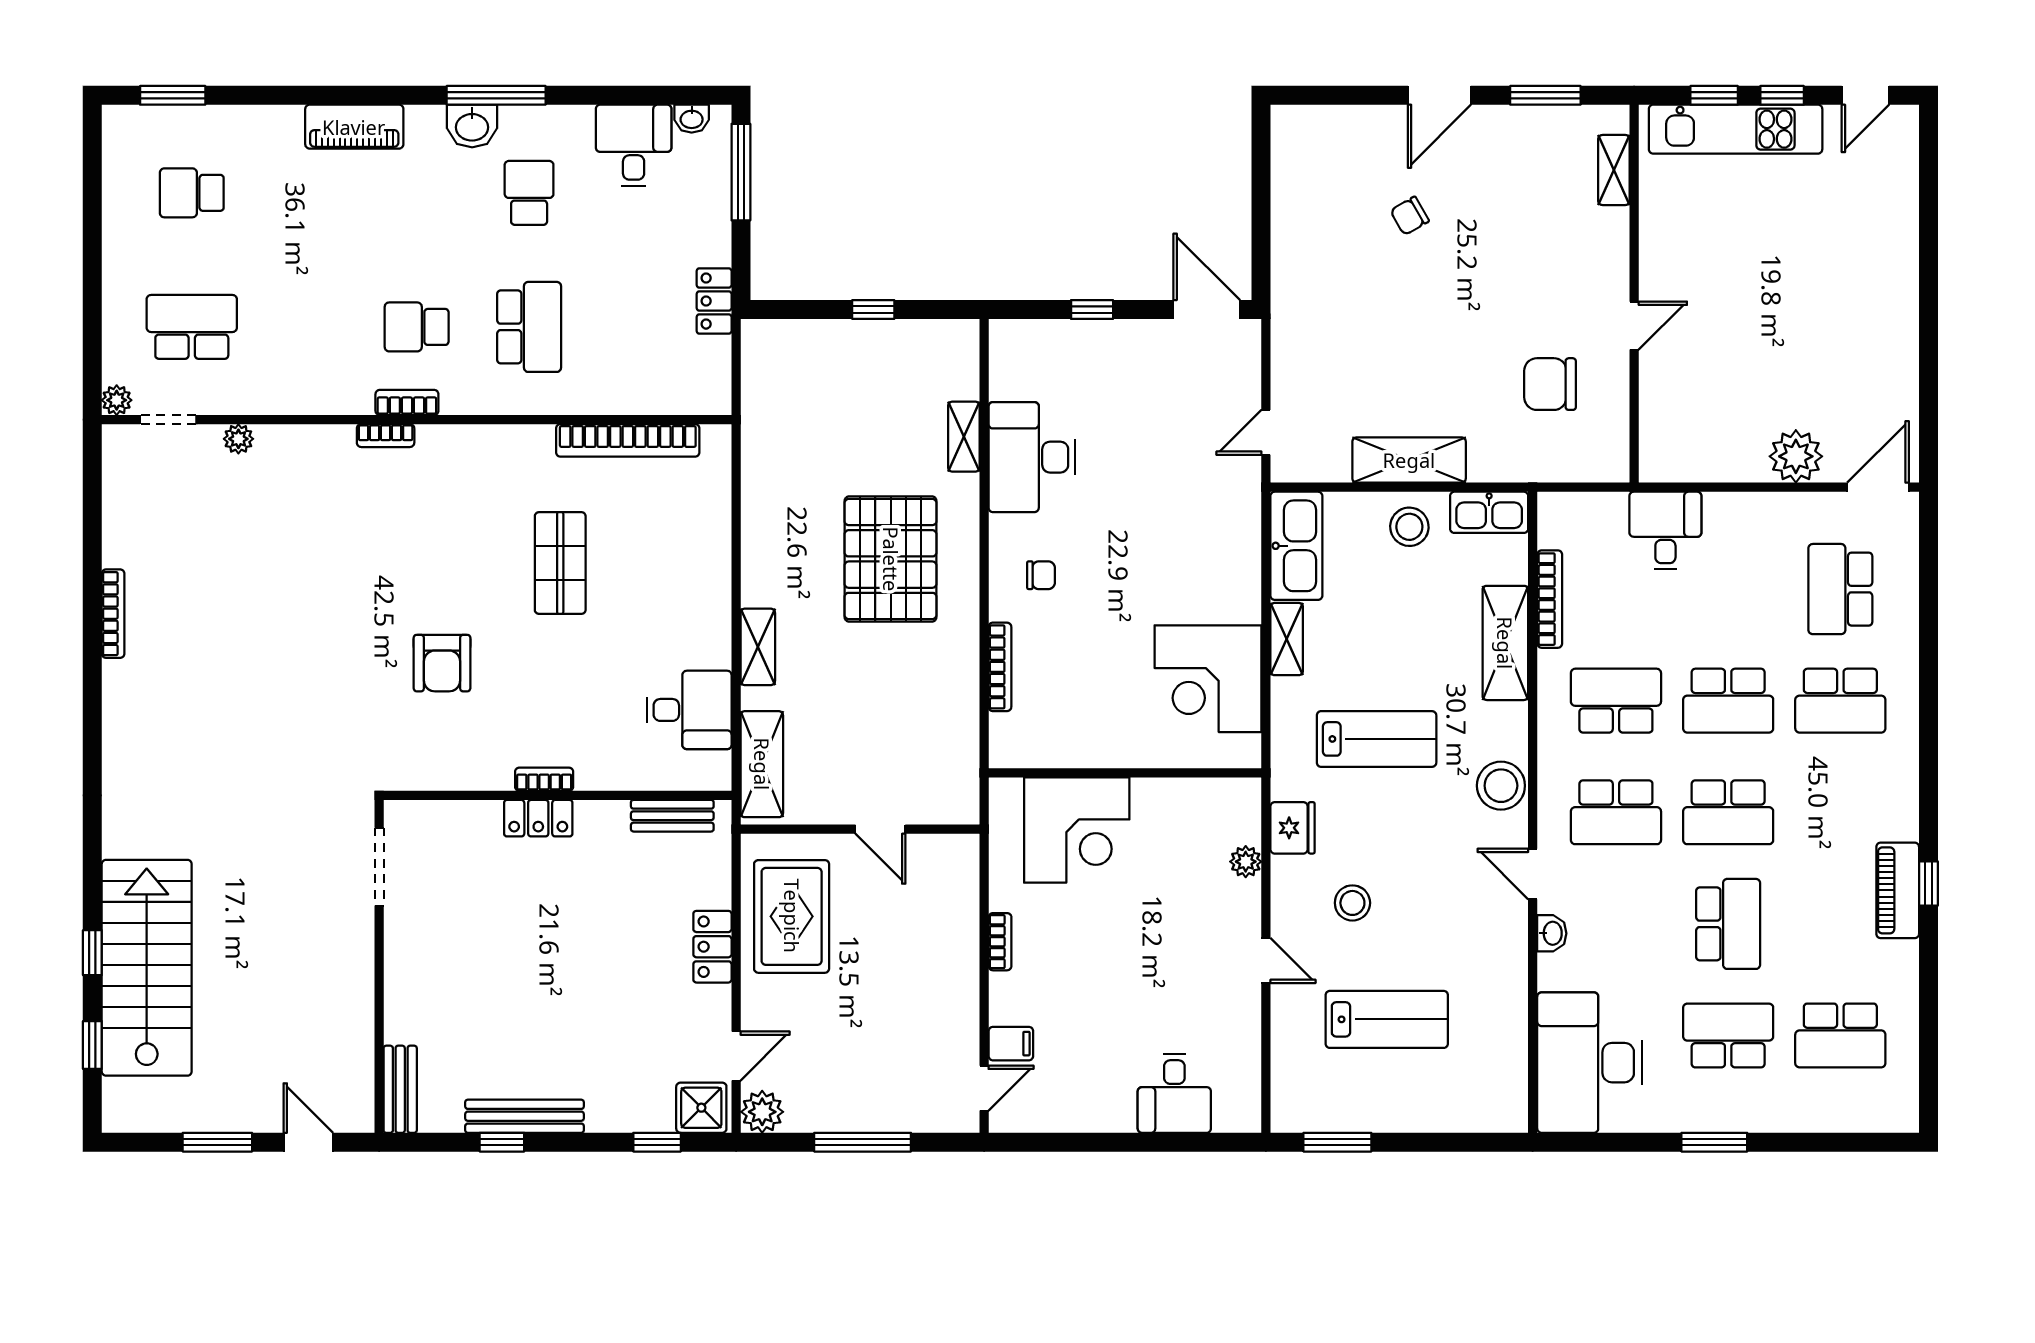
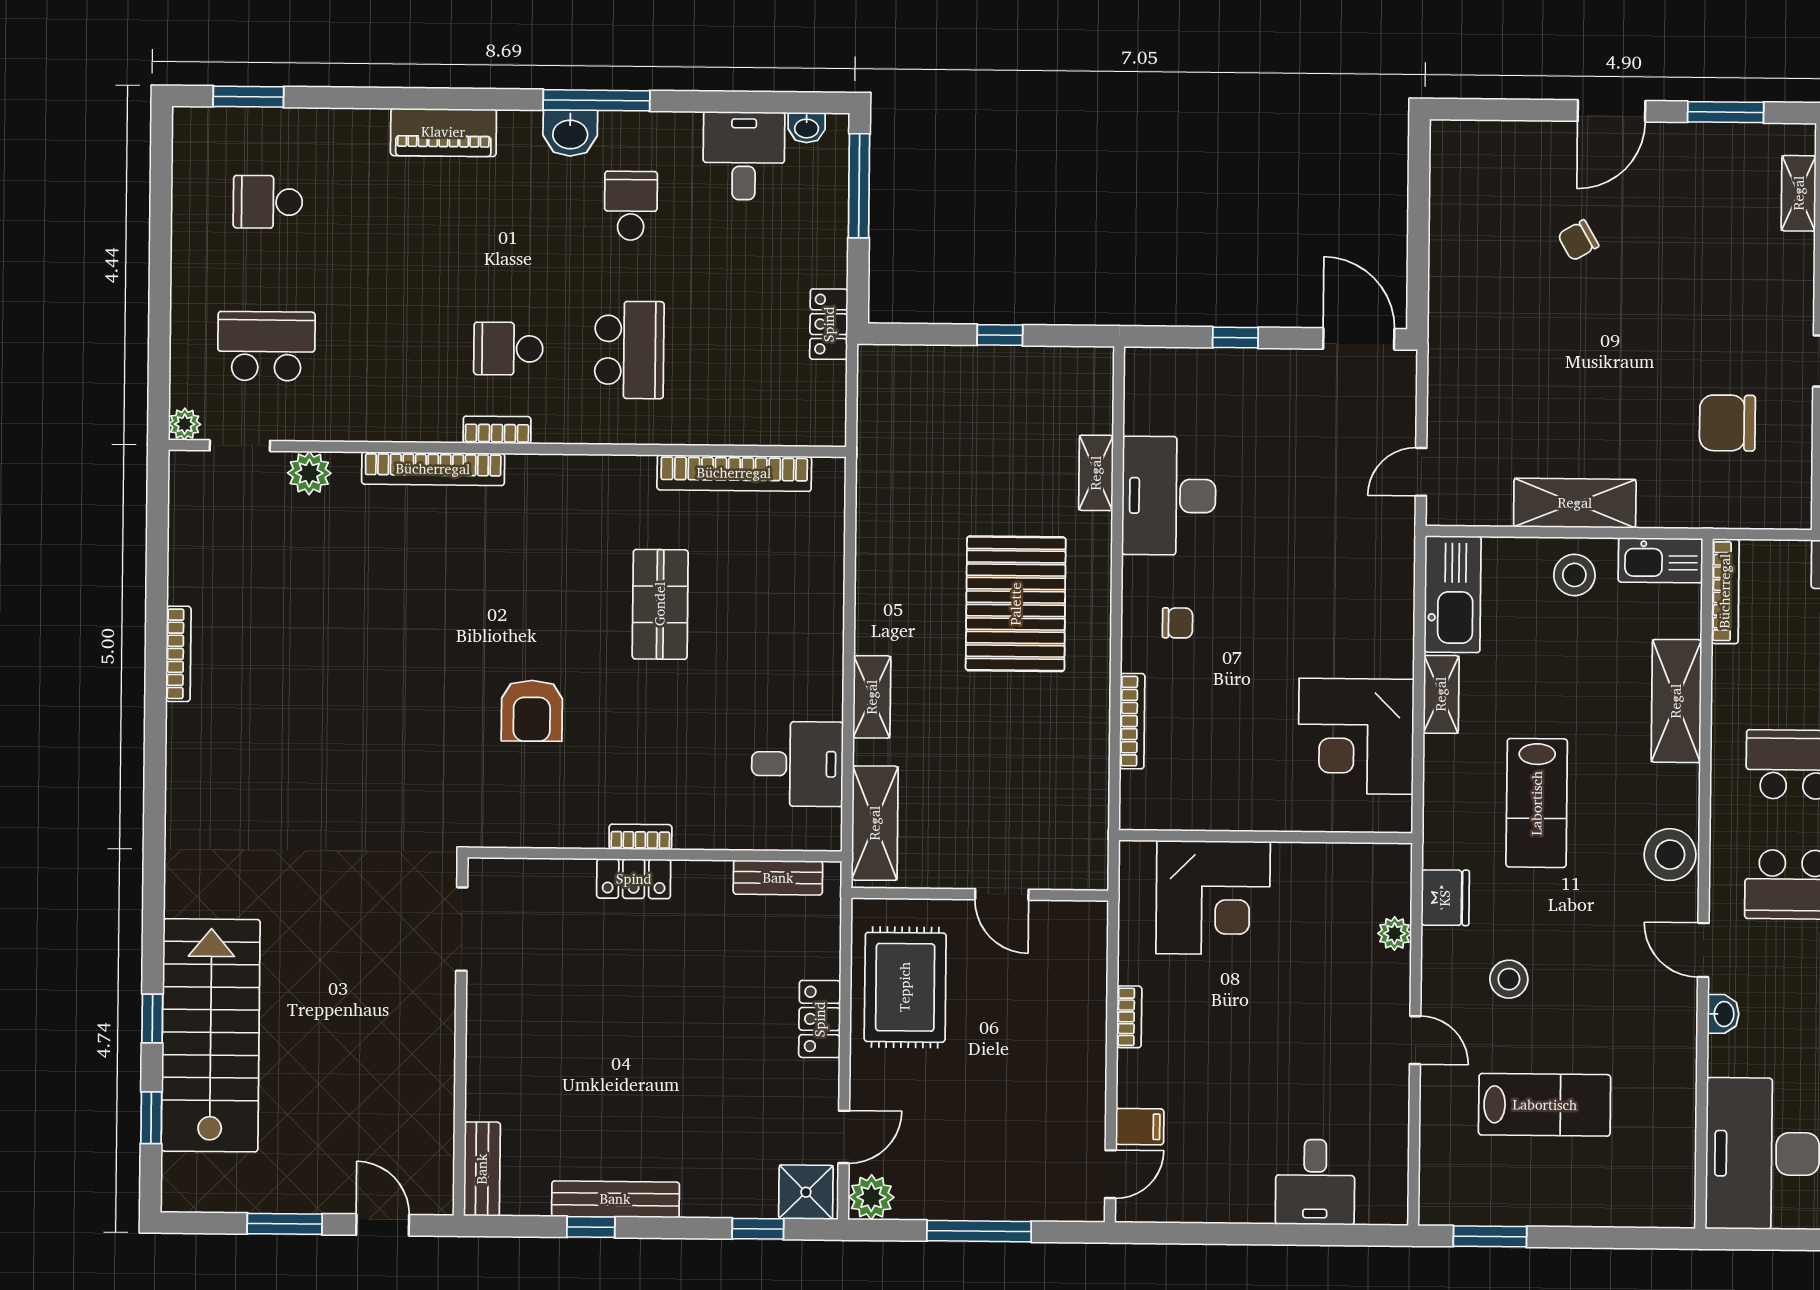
bookcase: (386, 436) -> (433, 469), width x2.31, depth x1.31
plant: (238, 439) -> (309, 473), width x1.38, depth x1.38
bookcase: (1550, 599) -> (1725, 591), moved
lab bench: (1377, 739) -> (1537, 803), turned 90

